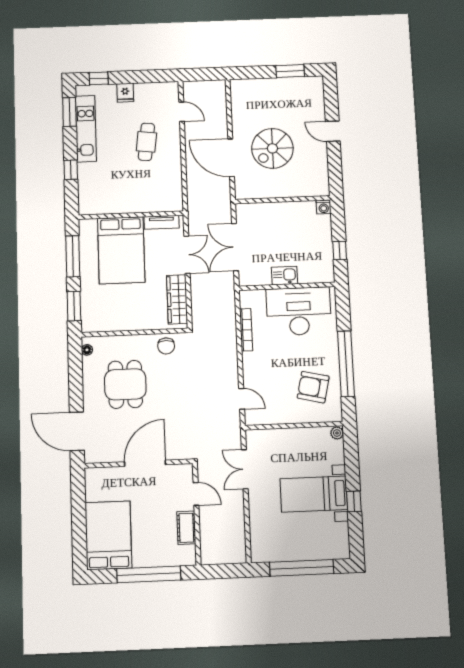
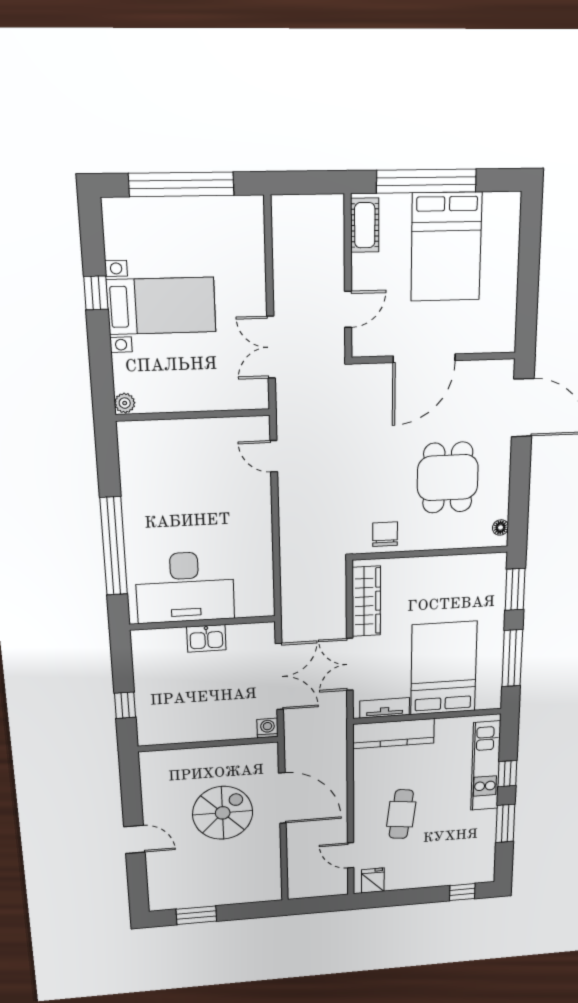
fridge: (125, 93) -> (373, 881), moved
window: (69, 112) -> (505, 823), moved
kitchen unit: (86, 129) -> (486, 766), moved
kitchen counter: (154, 203) -> (394, 734), added
washing machine: (324, 207) -> (268, 728), moved
window: (340, 251) -> (125, 705), moved
bookcase: (246, 330) -> (265, 559), removed
window: (346, 364) -> (114, 546), moved
armchair: (313, 387) -> (163, 474), removed
double door: (245, 469) -> (271, 347), swing flipped
door: (196, 494) -> (348, 309), swing flipped
cot: (186, 528) -> (365, 225), moved
bed: (108, 535) -> (446, 247), moved

